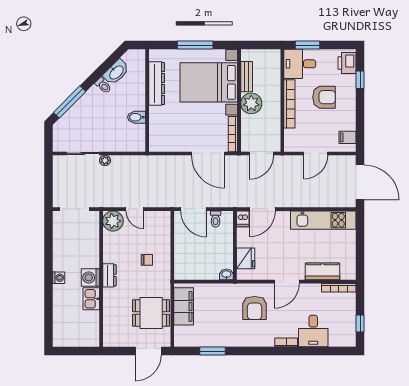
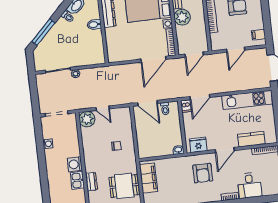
bidet: (137, 117) -> (94, 25), moved
door: (208, 153) -> (153, 59), hinge flipped
fridge: (246, 258) -> (198, 145), moved, turned -90
dresser: (109, 275) -> (91, 182), moved
washing machine: (59, 278) -> (48, 144), moved

